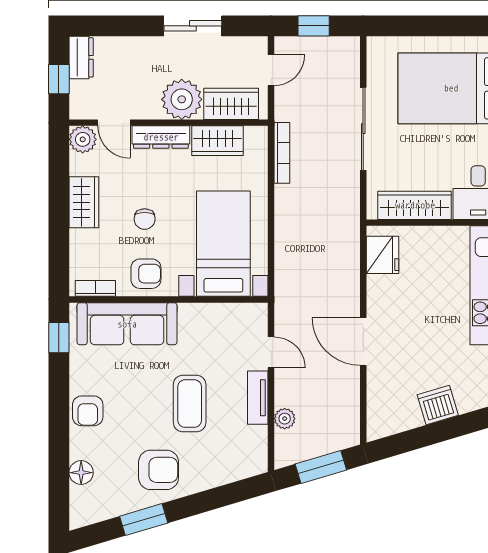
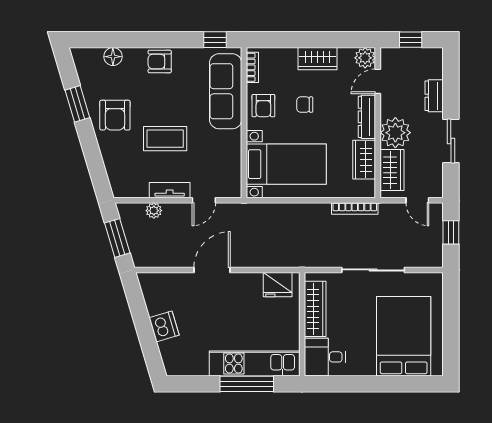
dresser: (81, 57) -> (434, 96), moved, turned 90

